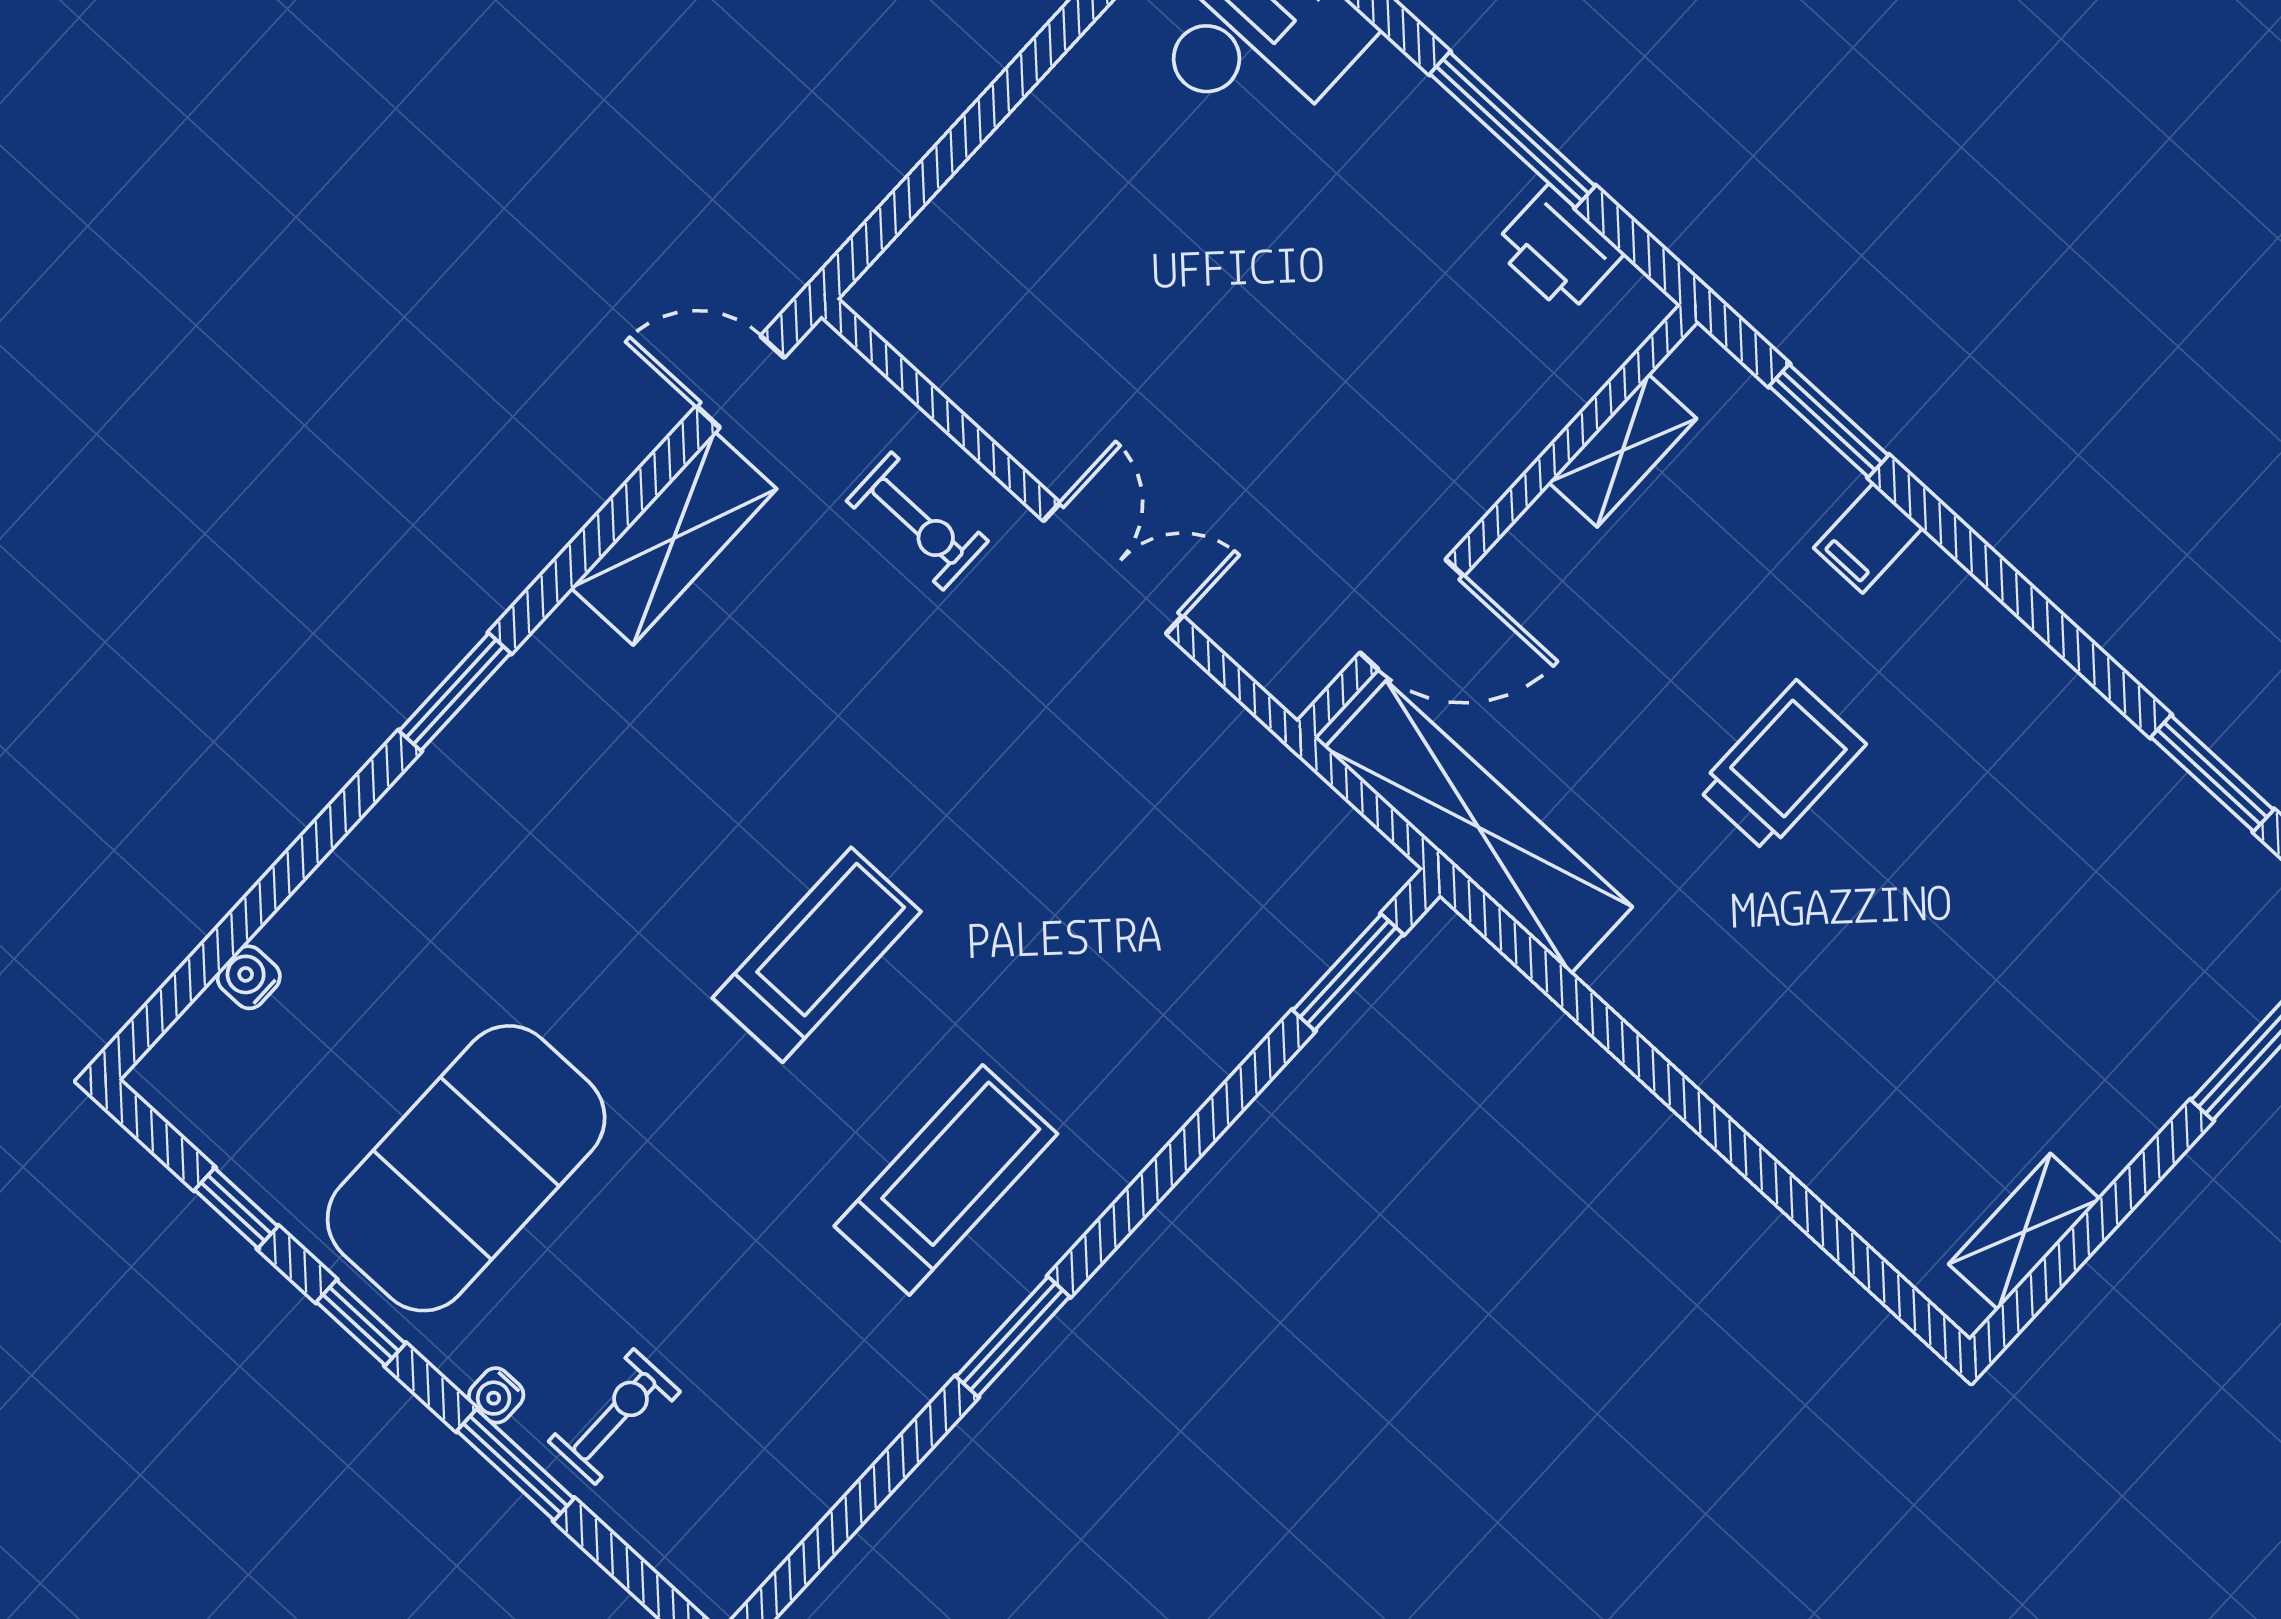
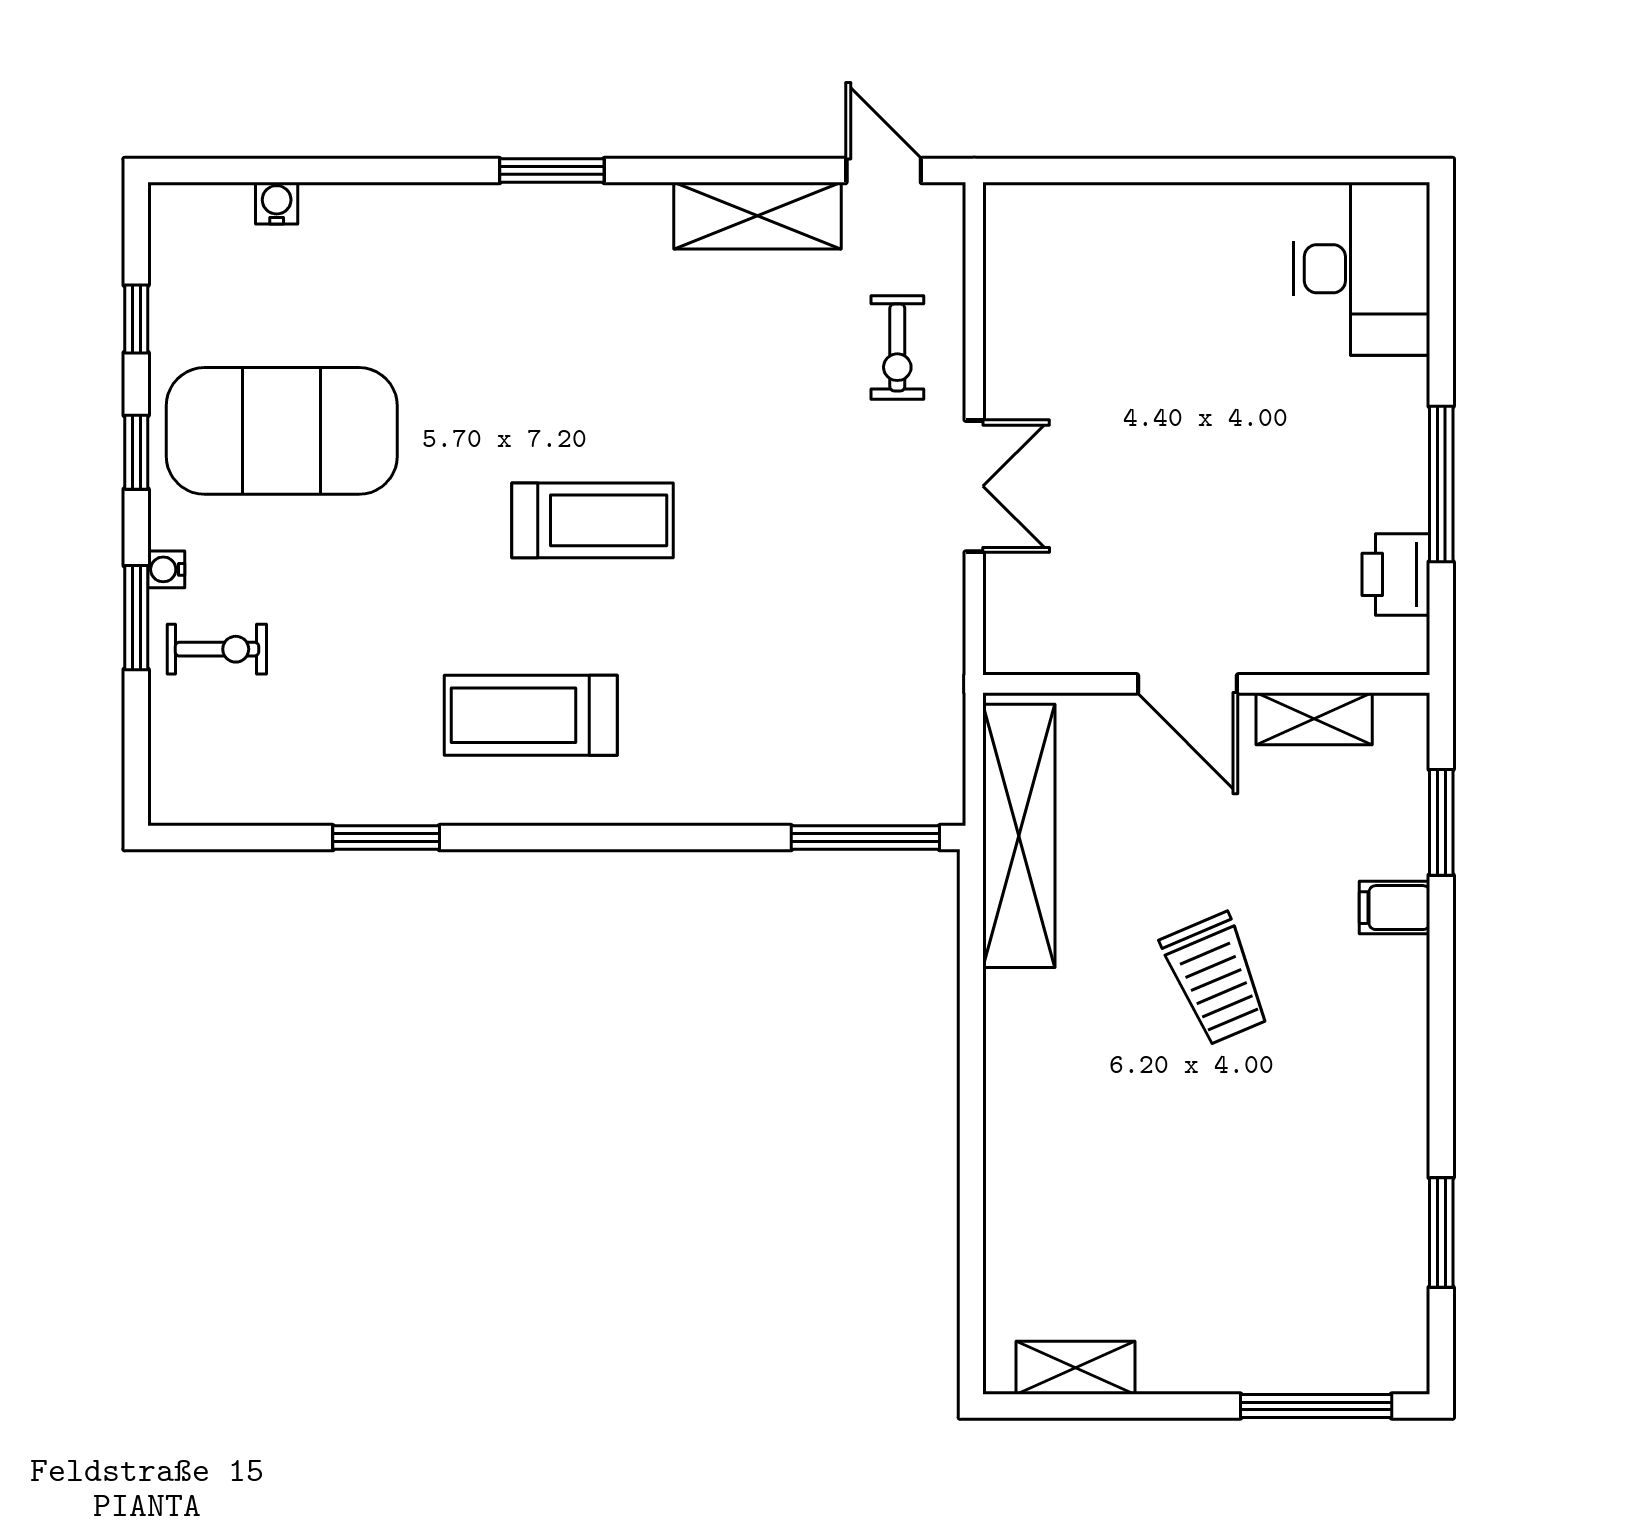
door: (1412, 614) -> (1188, 684), moved
trolley: (1781, 766) -> (1216, 979), turned 67
window: (1348, 972) -> (865, 838), width x1.44
treadmill: (946, 1180) -> (531, 715), turned 180
window: (1013, 1337) -> (386, 838), moved

